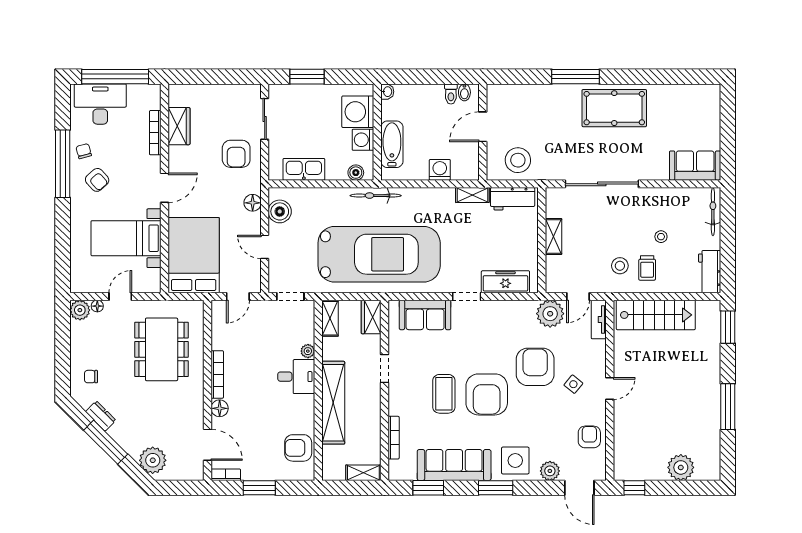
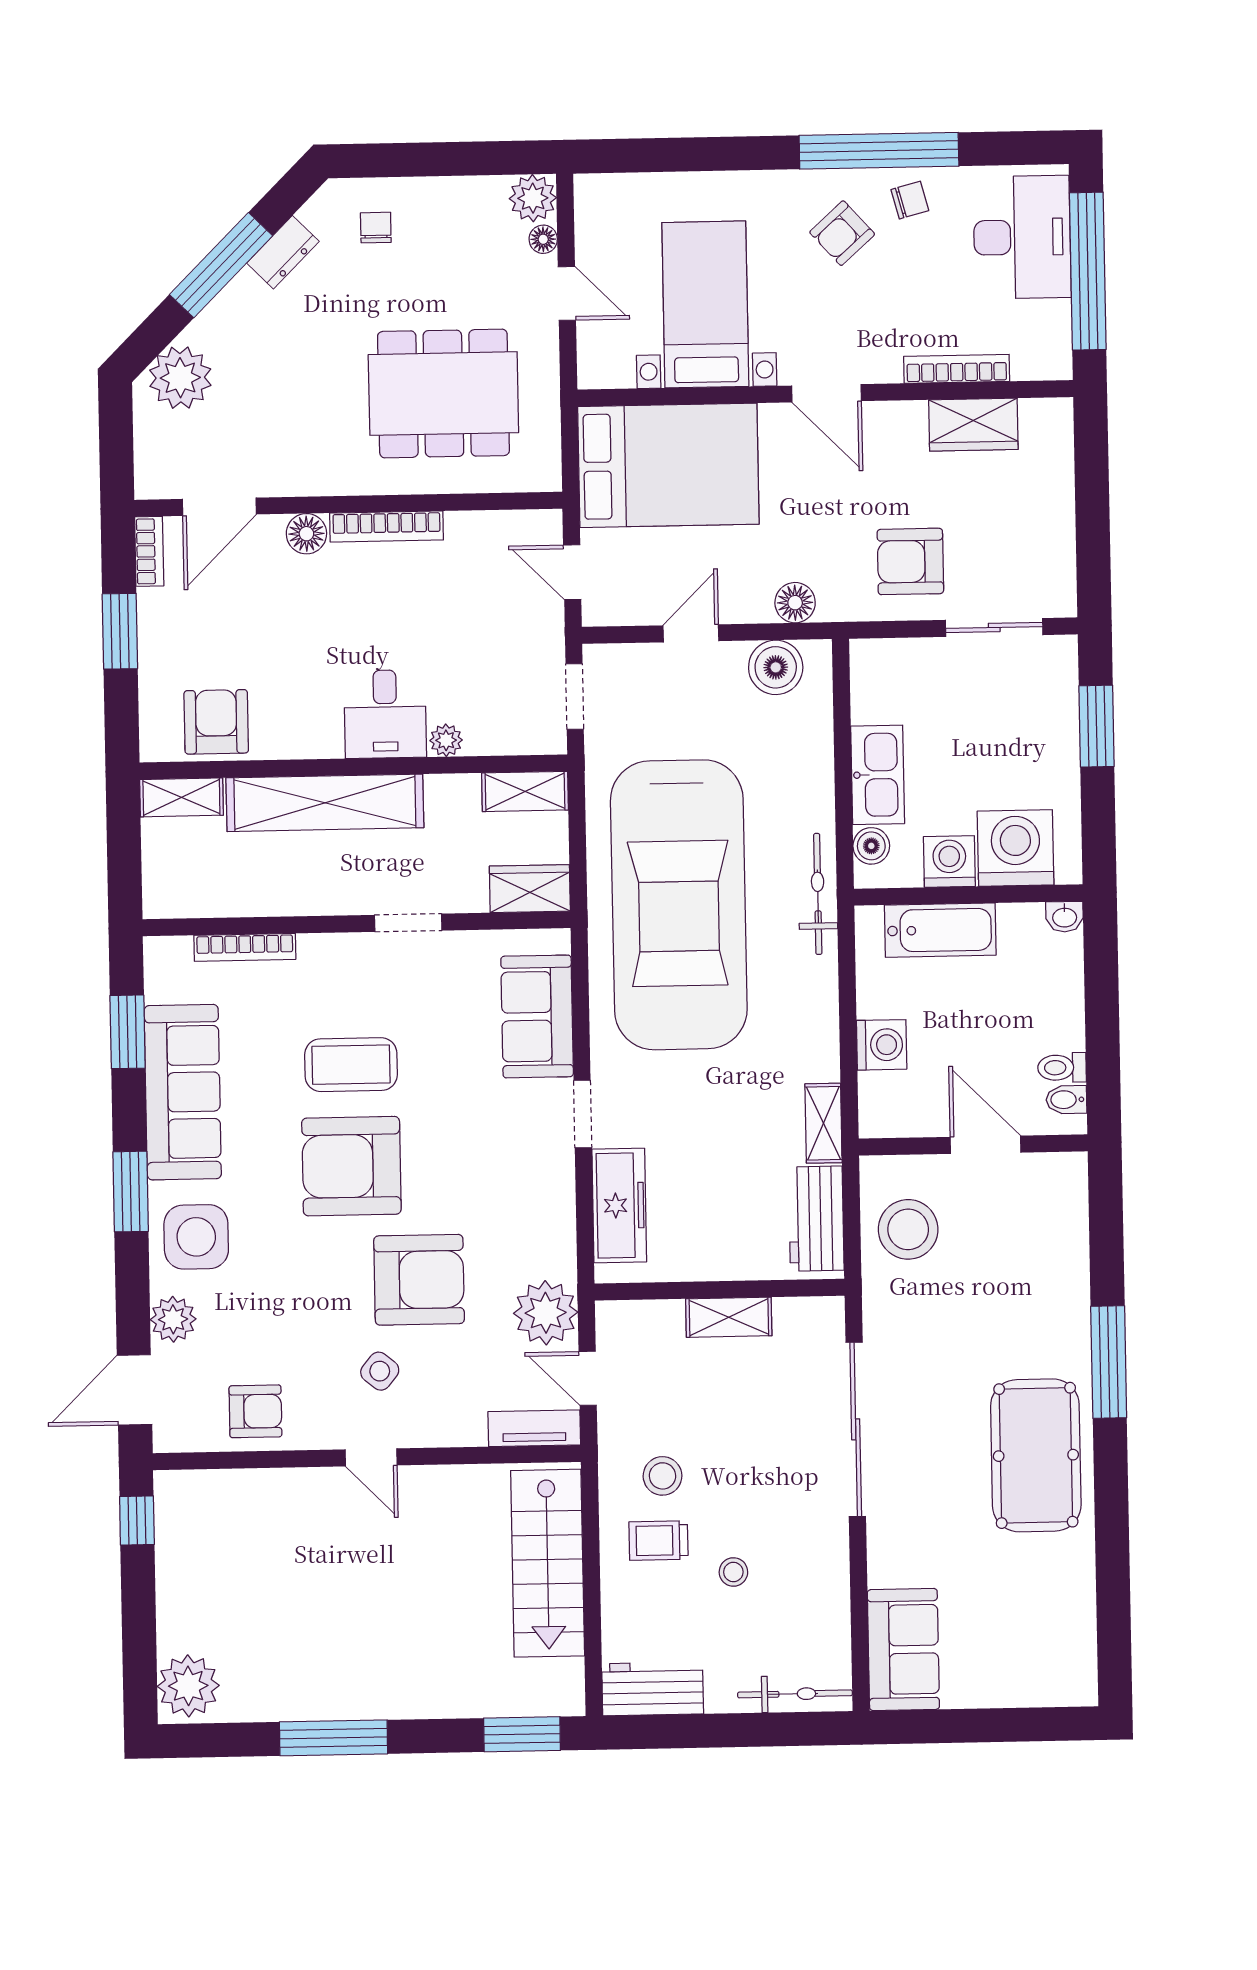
kitchen sink: (304, 169) -> (878, 775), moved
plant: (681, 467) -> (188, 1686), moved
shelving: (363, 473) -> (181, 797), moved, turned 90

